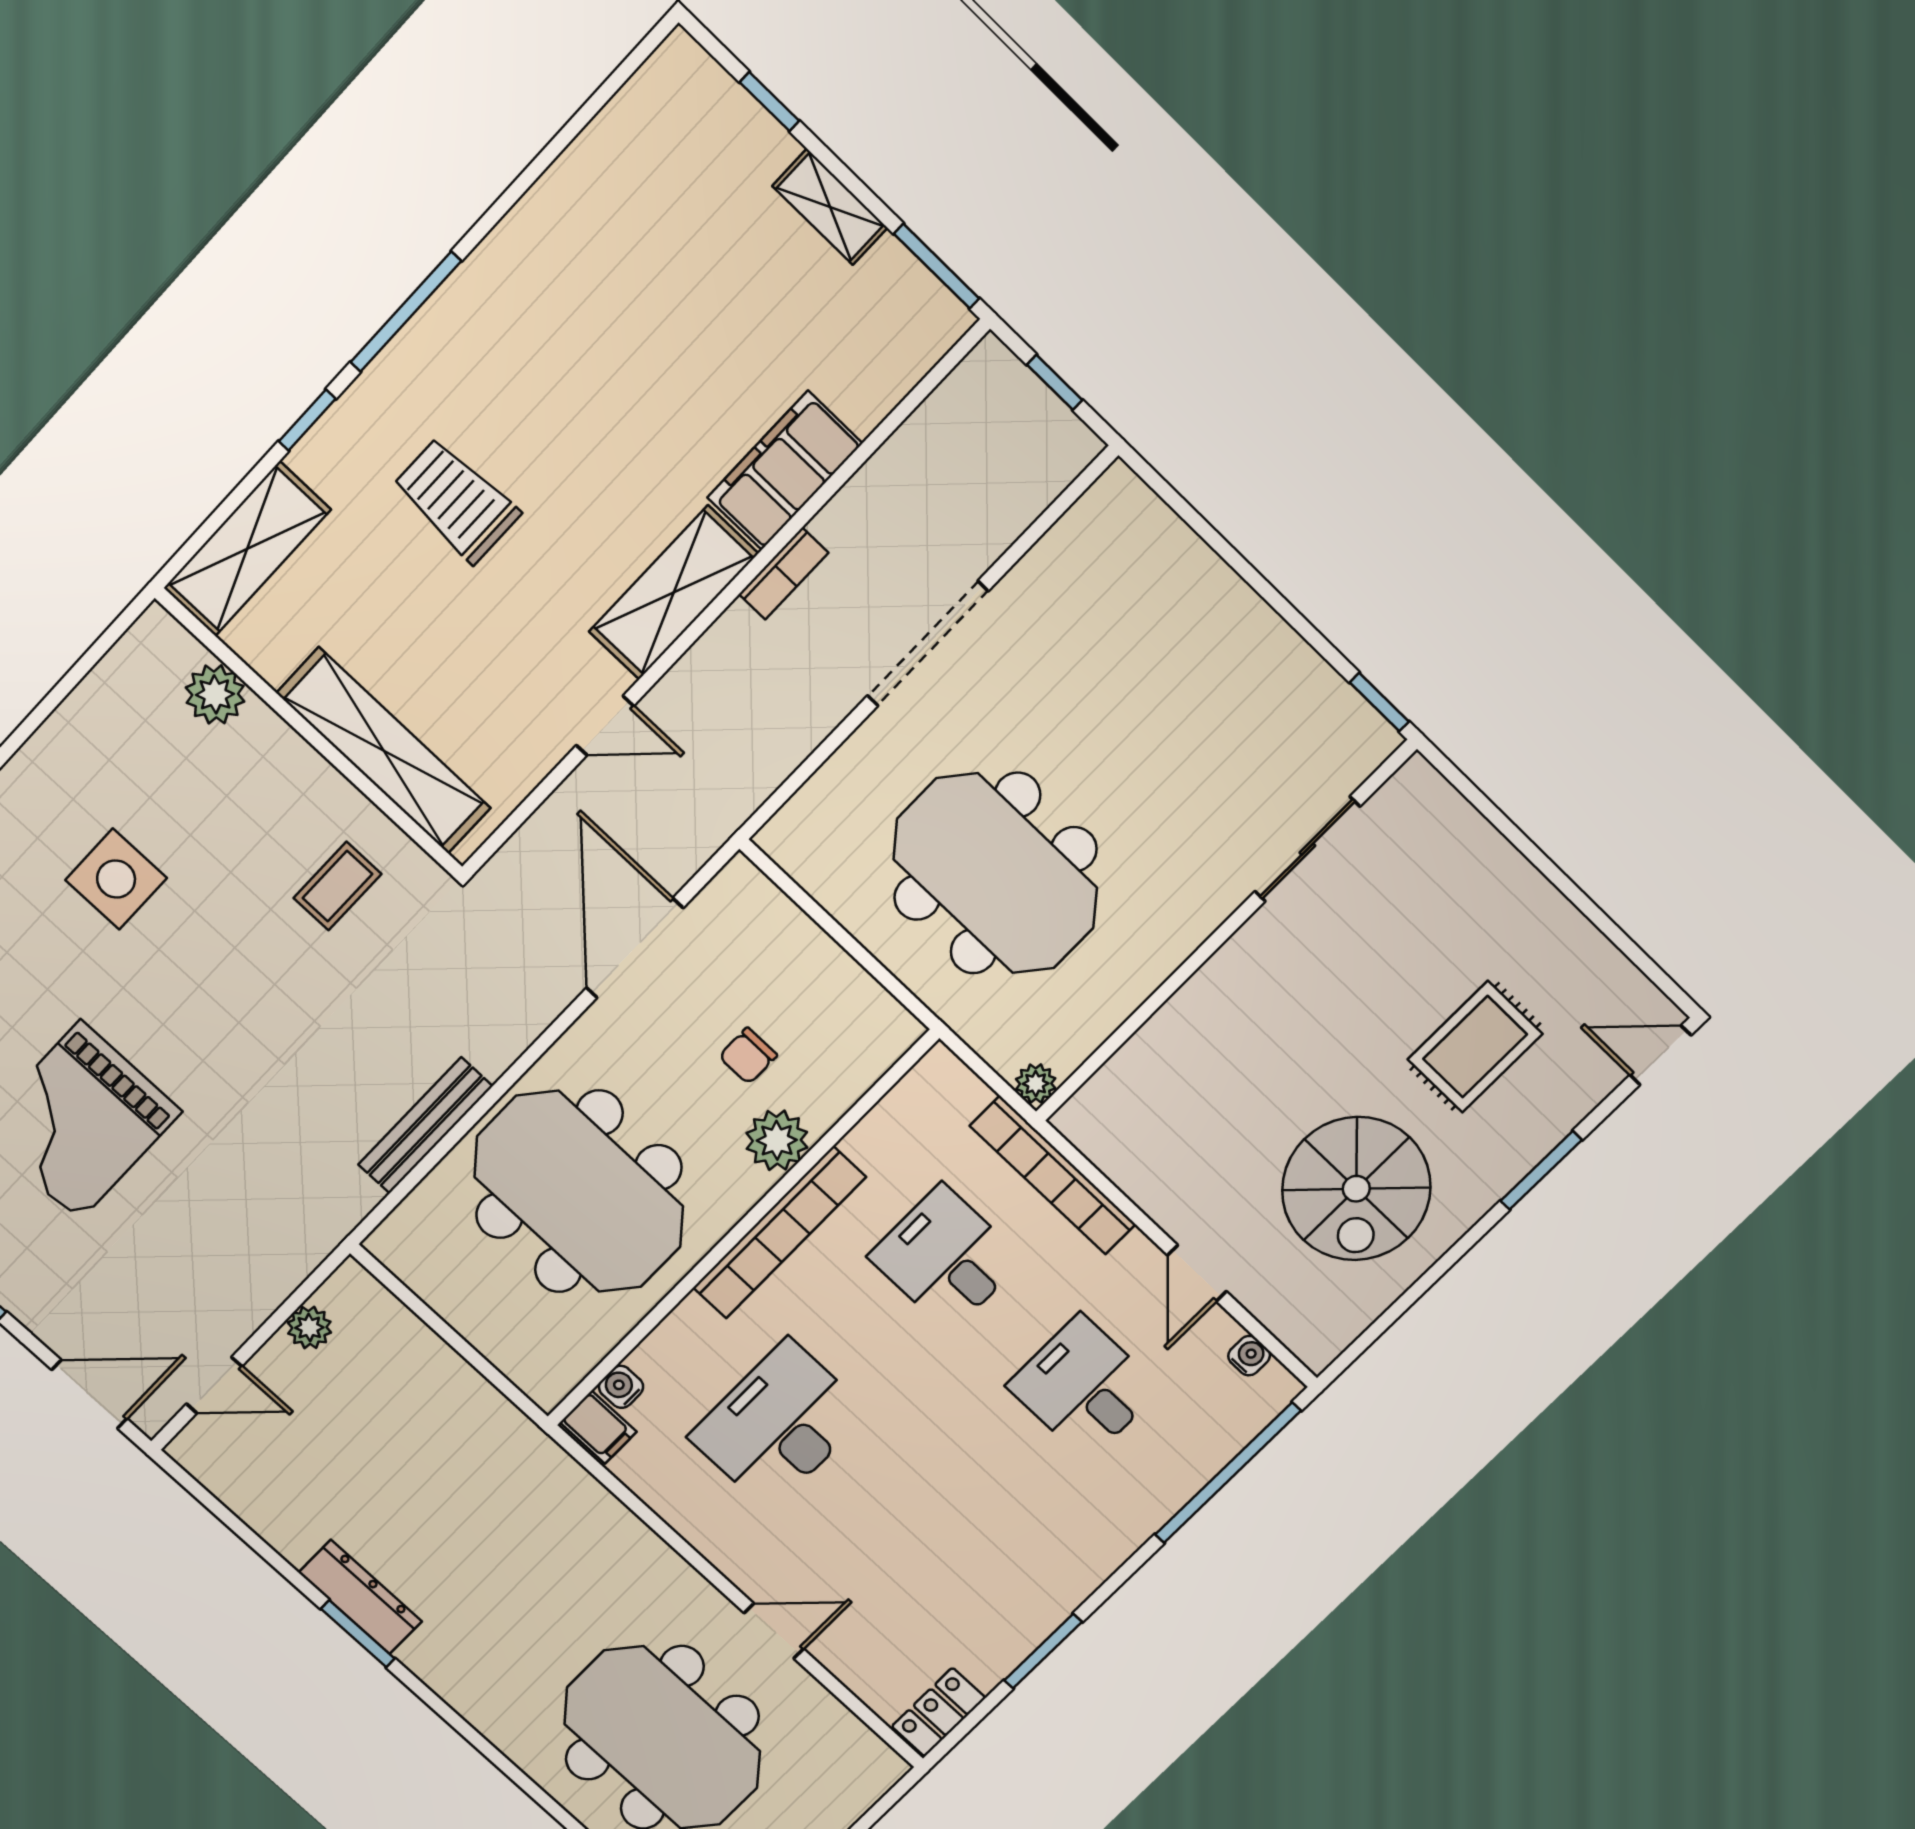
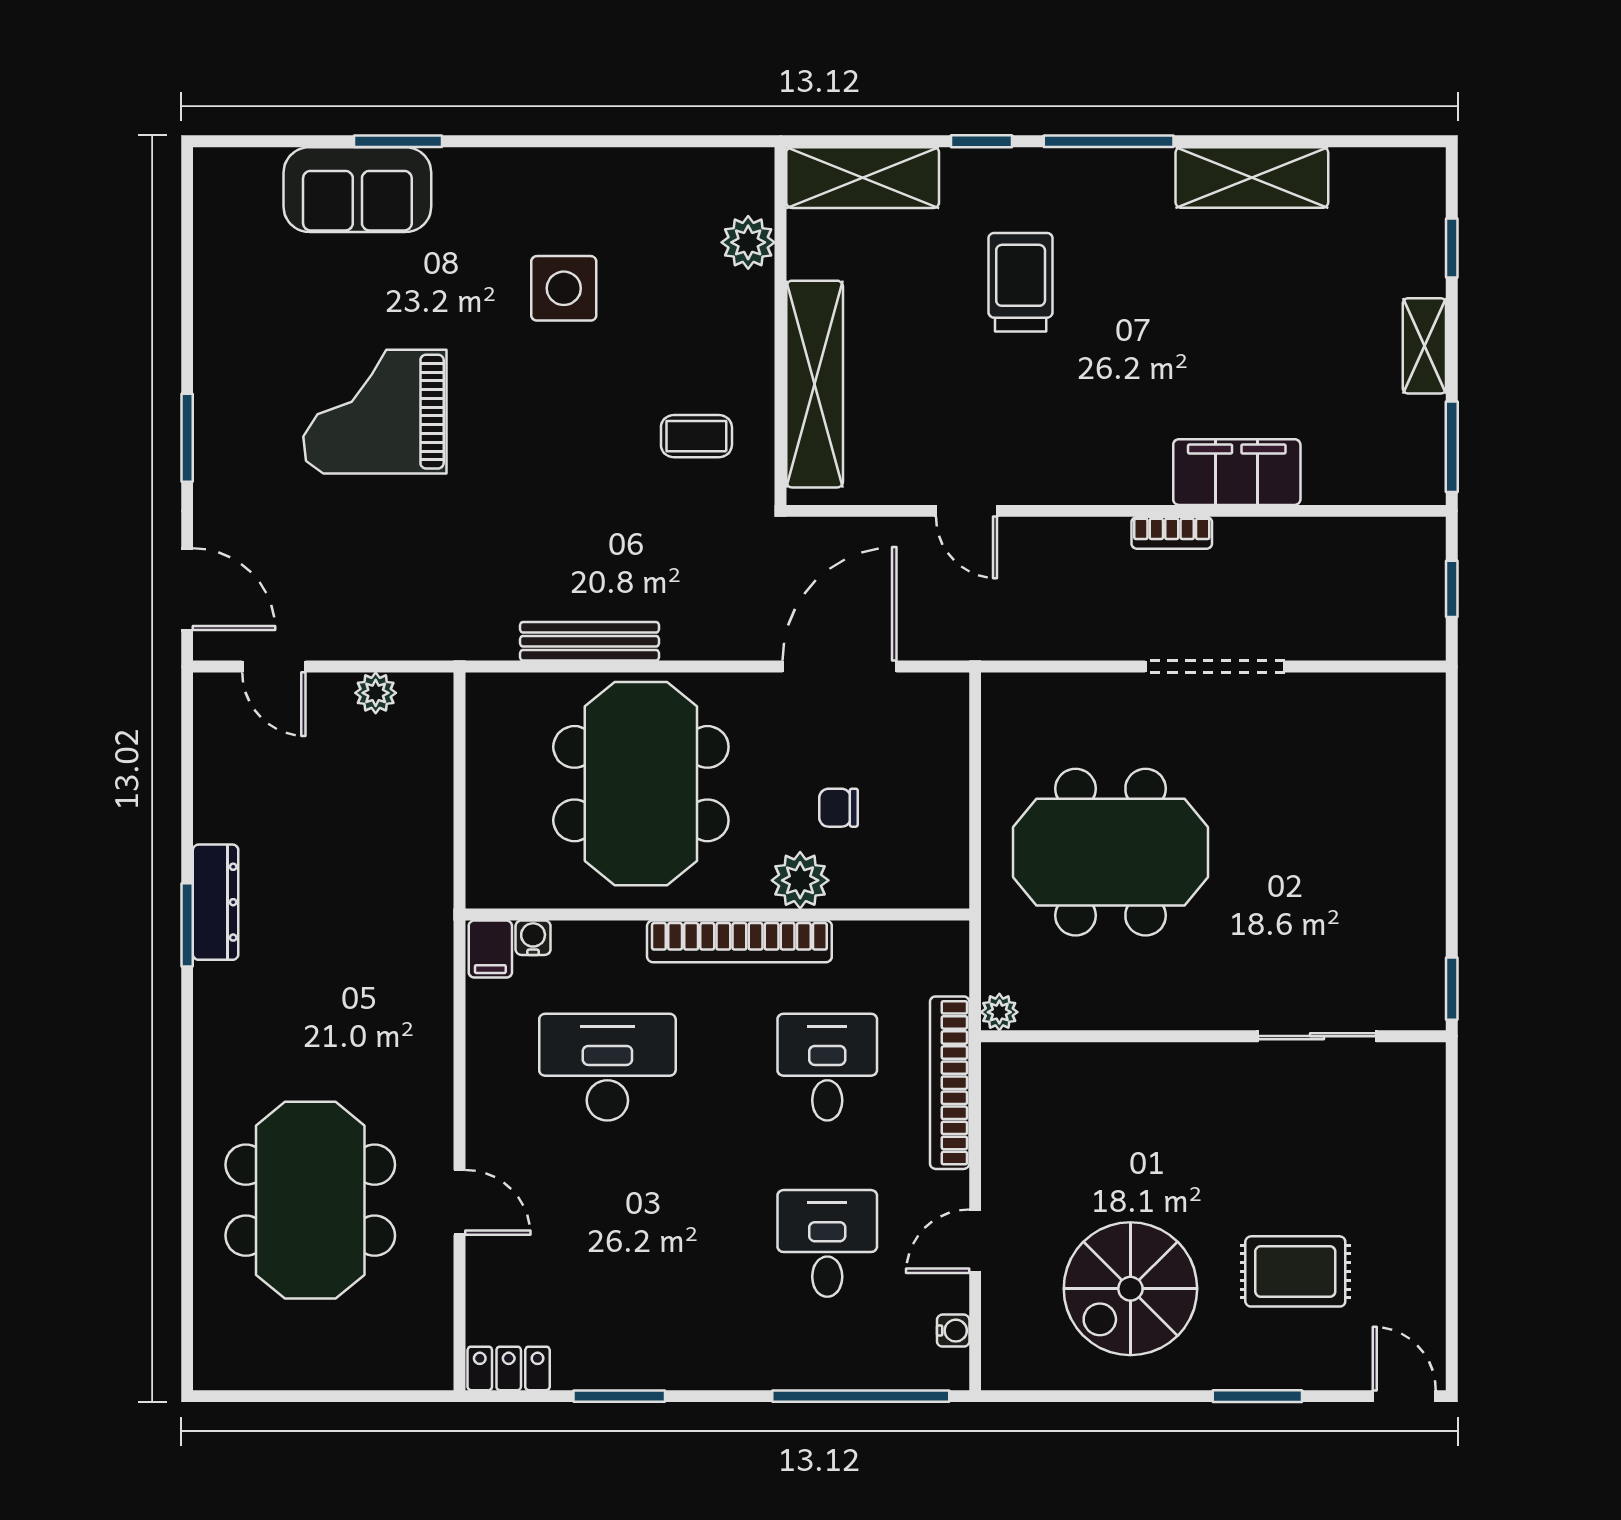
shelving: (674, 593) -> (1252, 177), moved
meeting table: (995, 873) -> (1111, 852), turned 90

